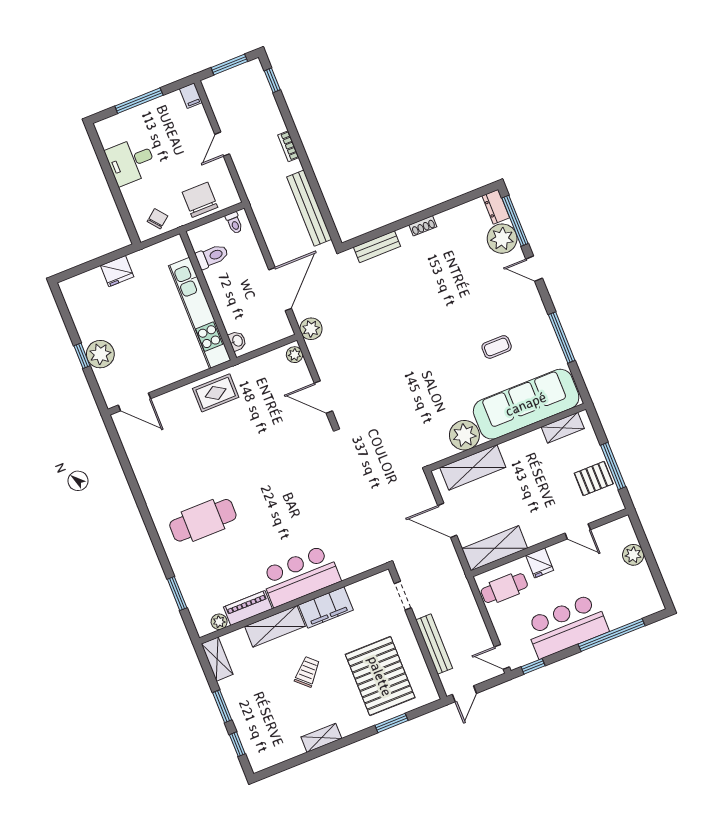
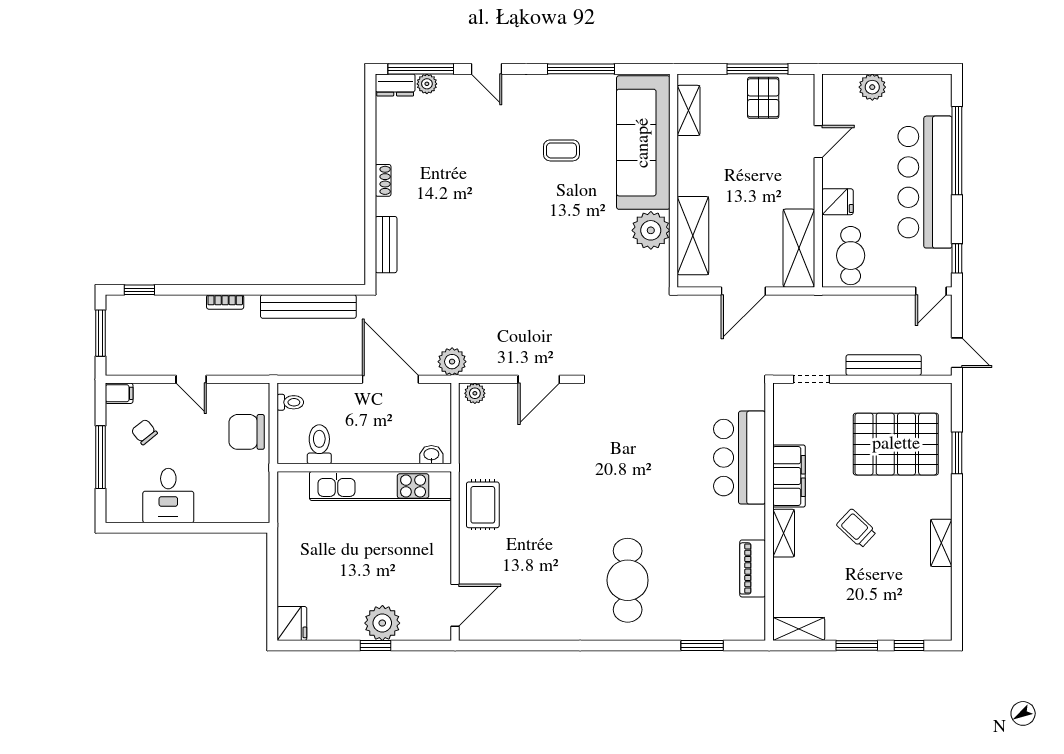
chair: (157, 219) -> (144, 432), moved
plant: (502, 239) -> (427, 84), width x0.53, depth x0.53
door: (534, 269) -> (486, 69), hinge flipped
fridge: (117, 271) -> (292, 623), moved
coffee table: (497, 347) -> (561, 150), turned 90
bar counter: (300, 576) -> (740, 458), moved
plant: (219, 622) -> (755, 609), removed
shelving: (275, 626) -> (784, 533), width x0.67, depth x0.75
bar counter: (567, 626) -> (925, 182), width x1.36

